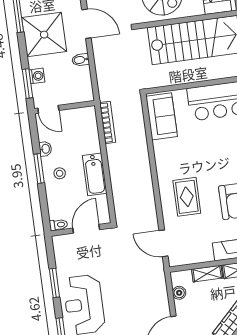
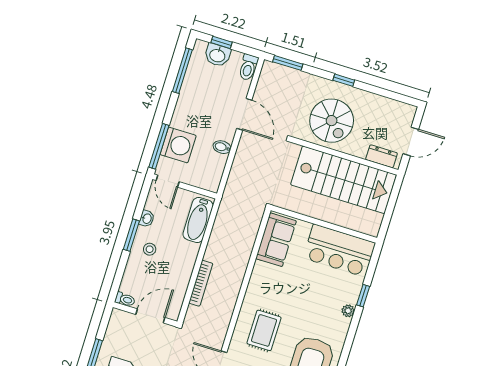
shower: (44, 35) -> (198, 106), removed
washing machine: (37, 76) -> (178, 145), width x1.89, depth x1.89
window: (27, 83) -> (159, 146), width x1.44
bookcase: (108, 122) -> (201, 283), moved
bathtub: (95, 174) -> (198, 220), moved

